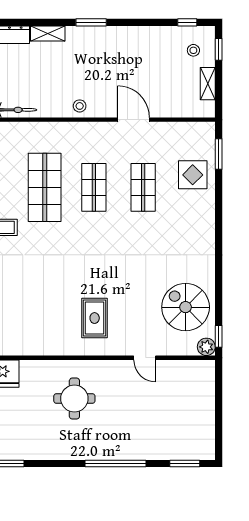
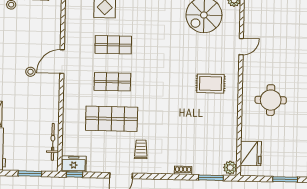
stool: (80, 106) -> (30, 72), moved
door: (134, 120) -> (62, 62), moved

